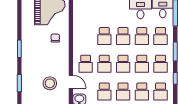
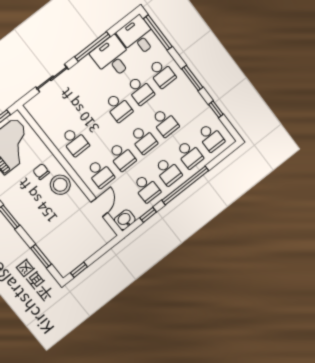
school desk: (104, 36) -> (75, 142), moved
school desk: (161, 64) -> (186, 106), removed
door: (71, 82) -> (99, 207), hinge flipped
stool: (50, 83) -> (60, 185), moved

